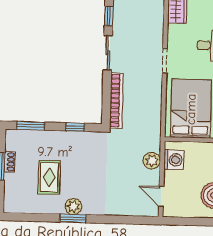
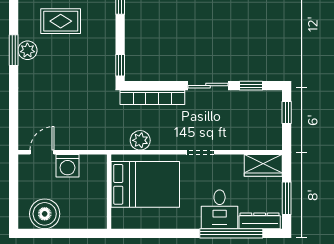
window: (75, 127) -> (120, 65), moved
washing machine: (174, 160) -> (67, 166), moved
plant: (152, 161) -> (140, 140), moved

